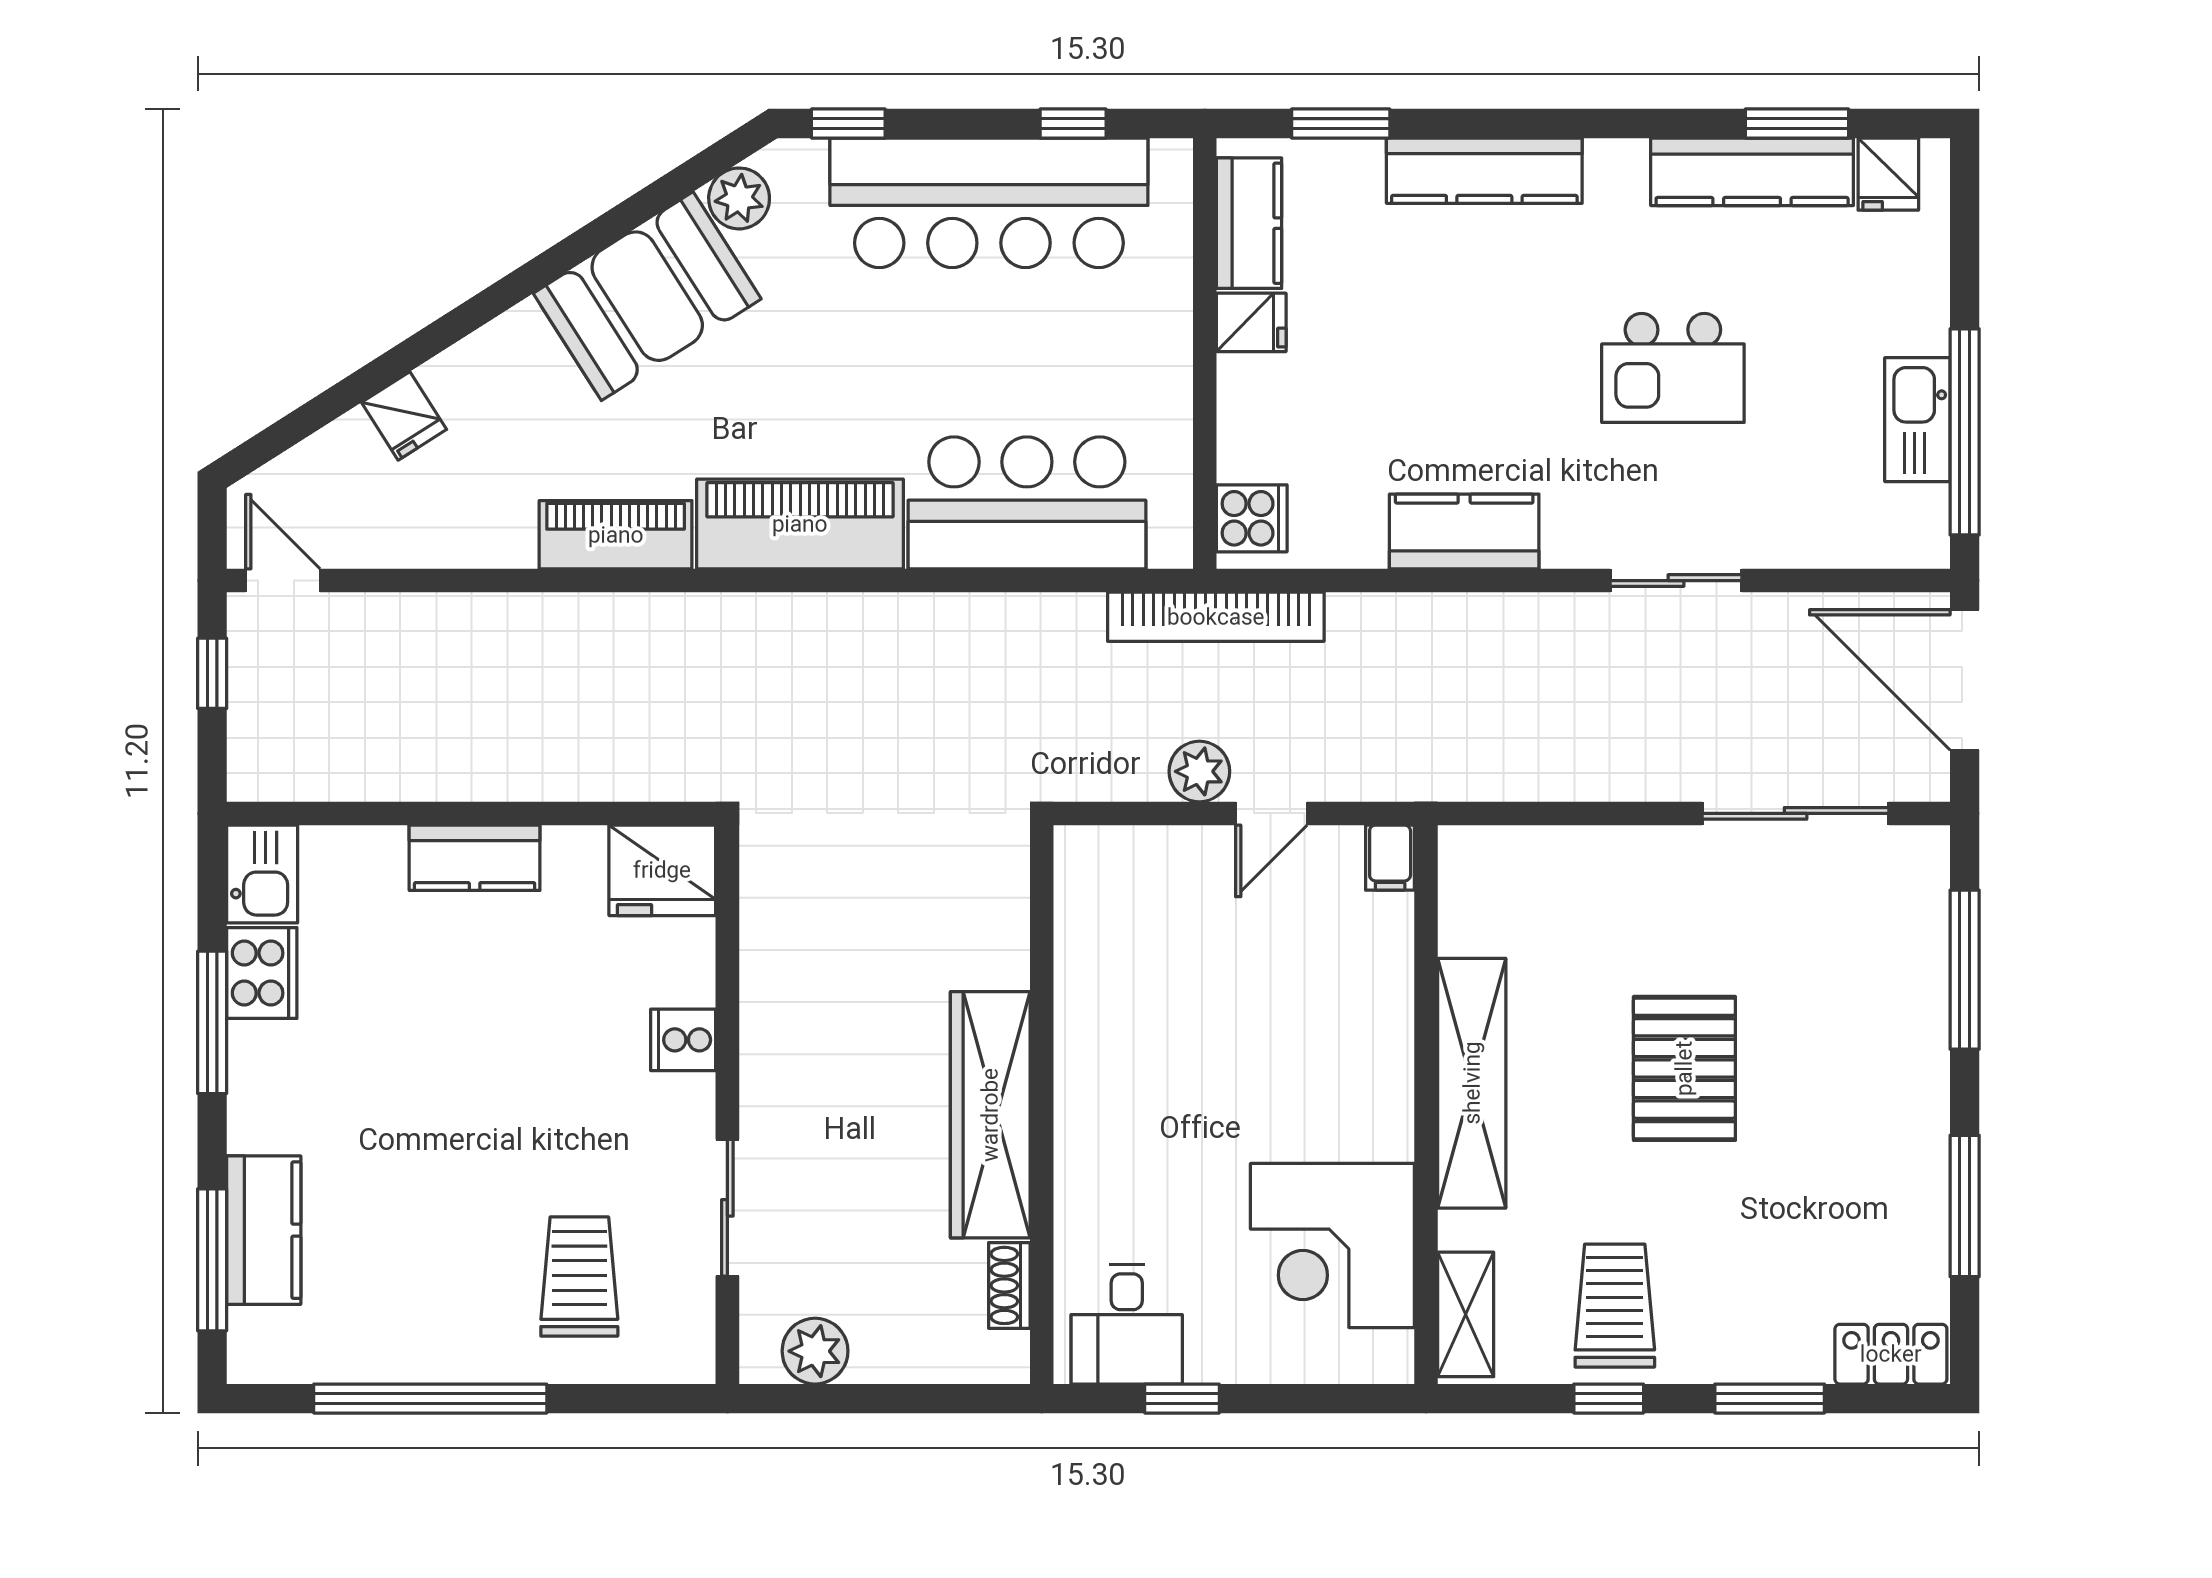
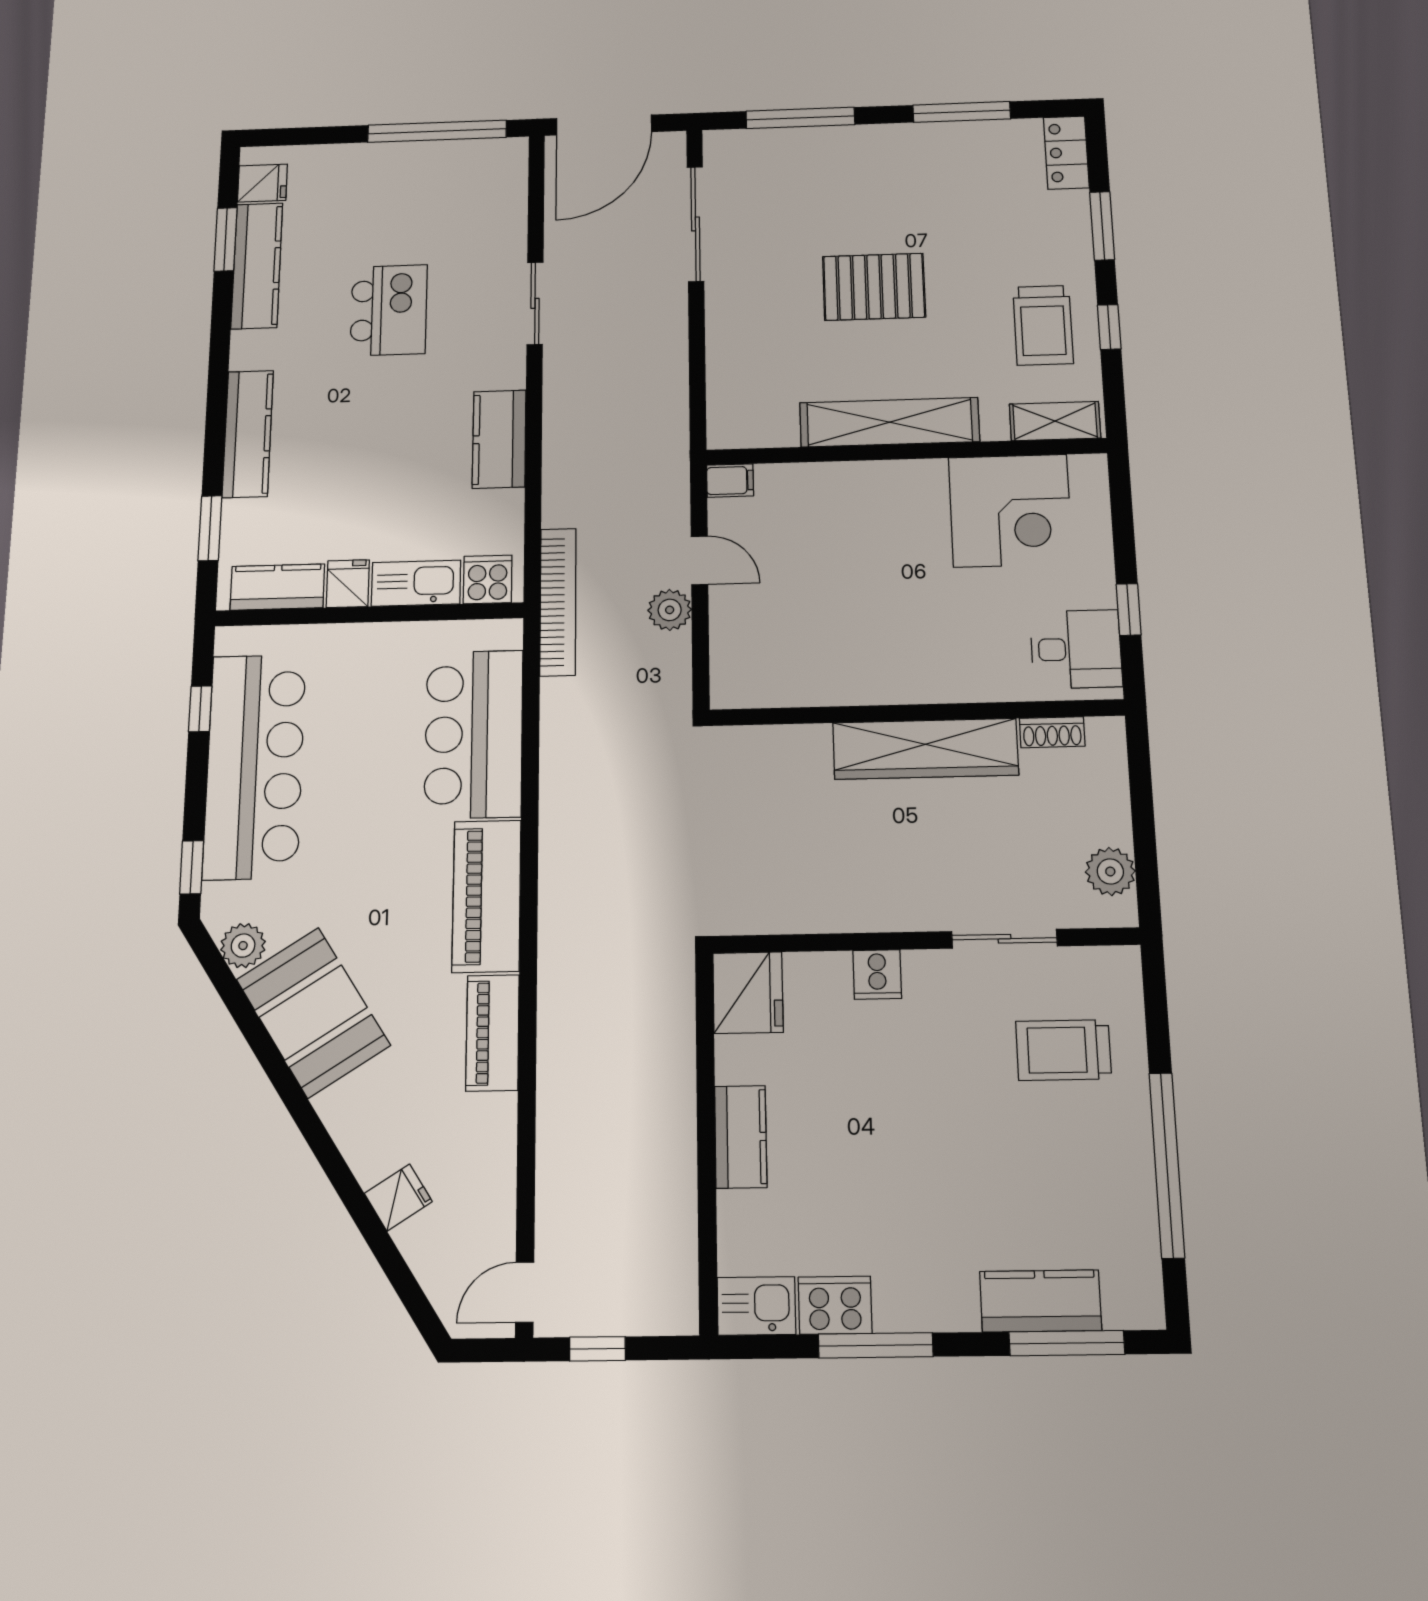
kitchen sink: (1917, 420) -> (416, 583), moved, turned 180
trolley: (1615, 1306) -> (1043, 325), turned -90

